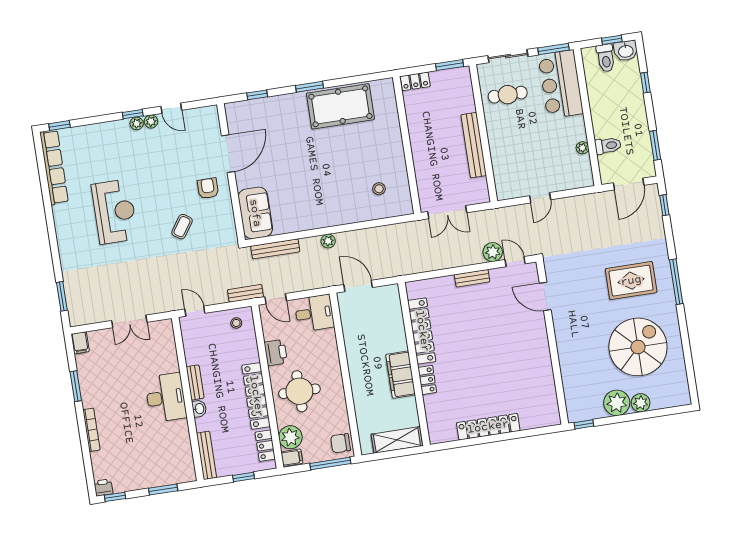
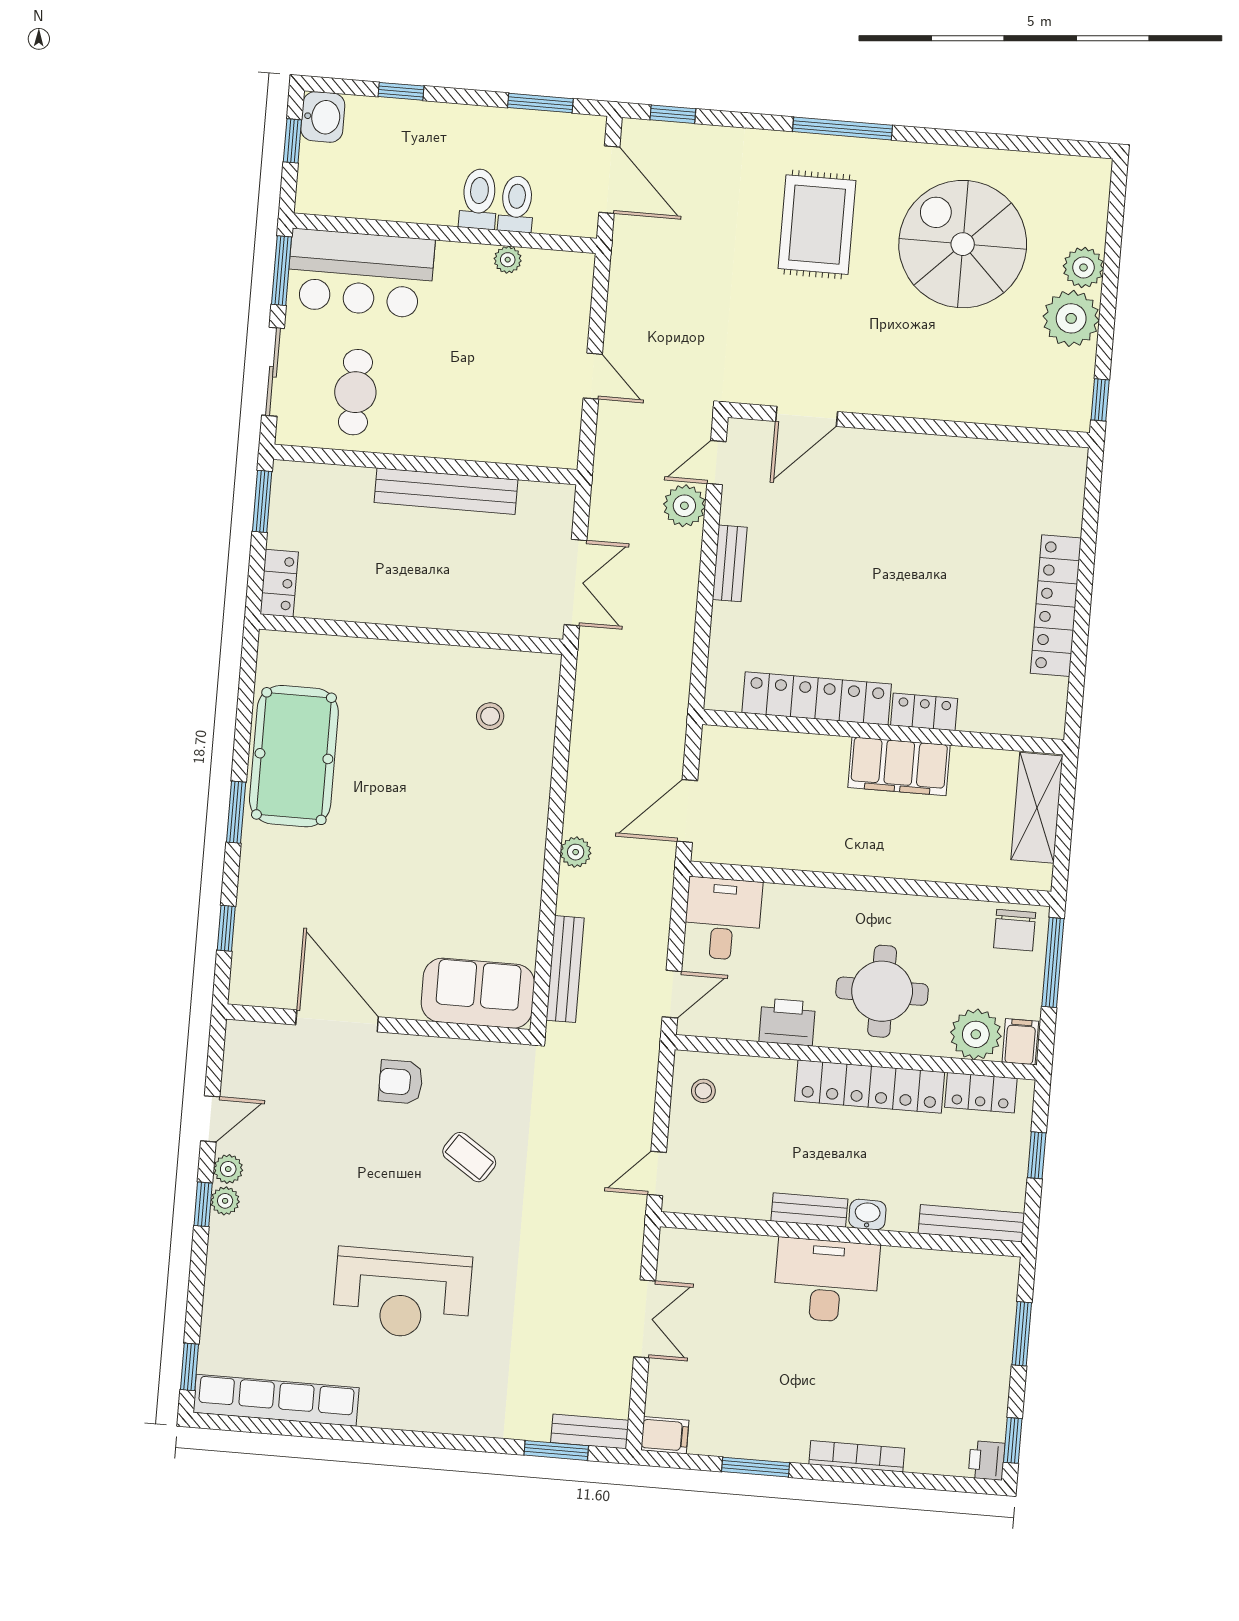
toilet: (606, 58) -> (479, 199), moved, turned -90
reception desk: (115, 212) -> (402, 1294), turned 180
bench: (245, 293) -> (590, 1431), moved, turned 90

